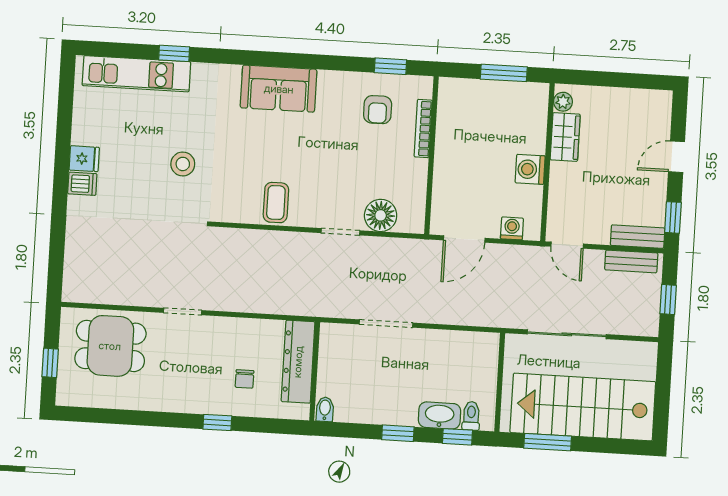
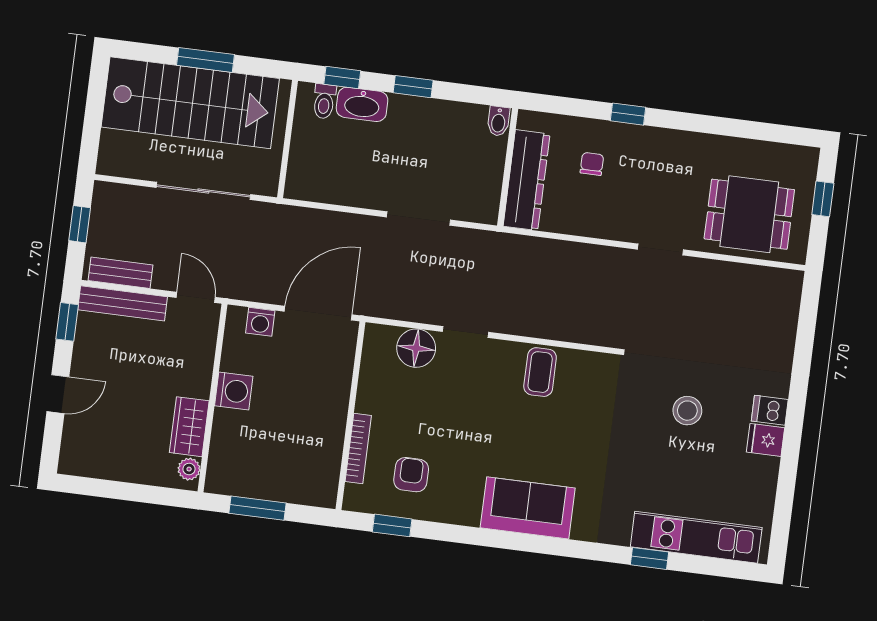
stool: (183, 164) -> (687, 411), moved
bench: (638, 237) -> (123, 303), width x1.36
door: (464, 239) -> (318, 313), width x1.36
window: (548, 442) -> (206, 60), moved

